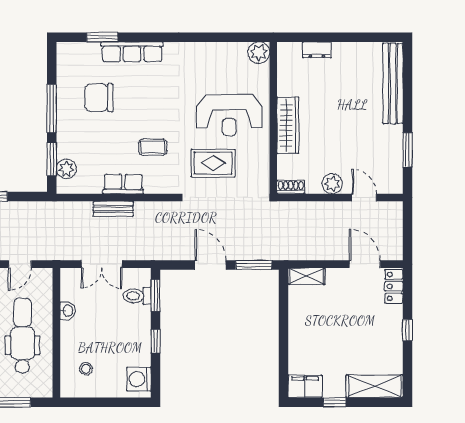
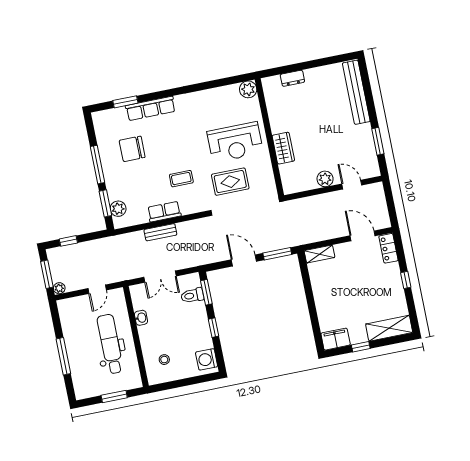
wardrobe: (288, 125) -> (283, 148), width x0.67
shoe rack: (291, 187) -> (294, 188), removed

